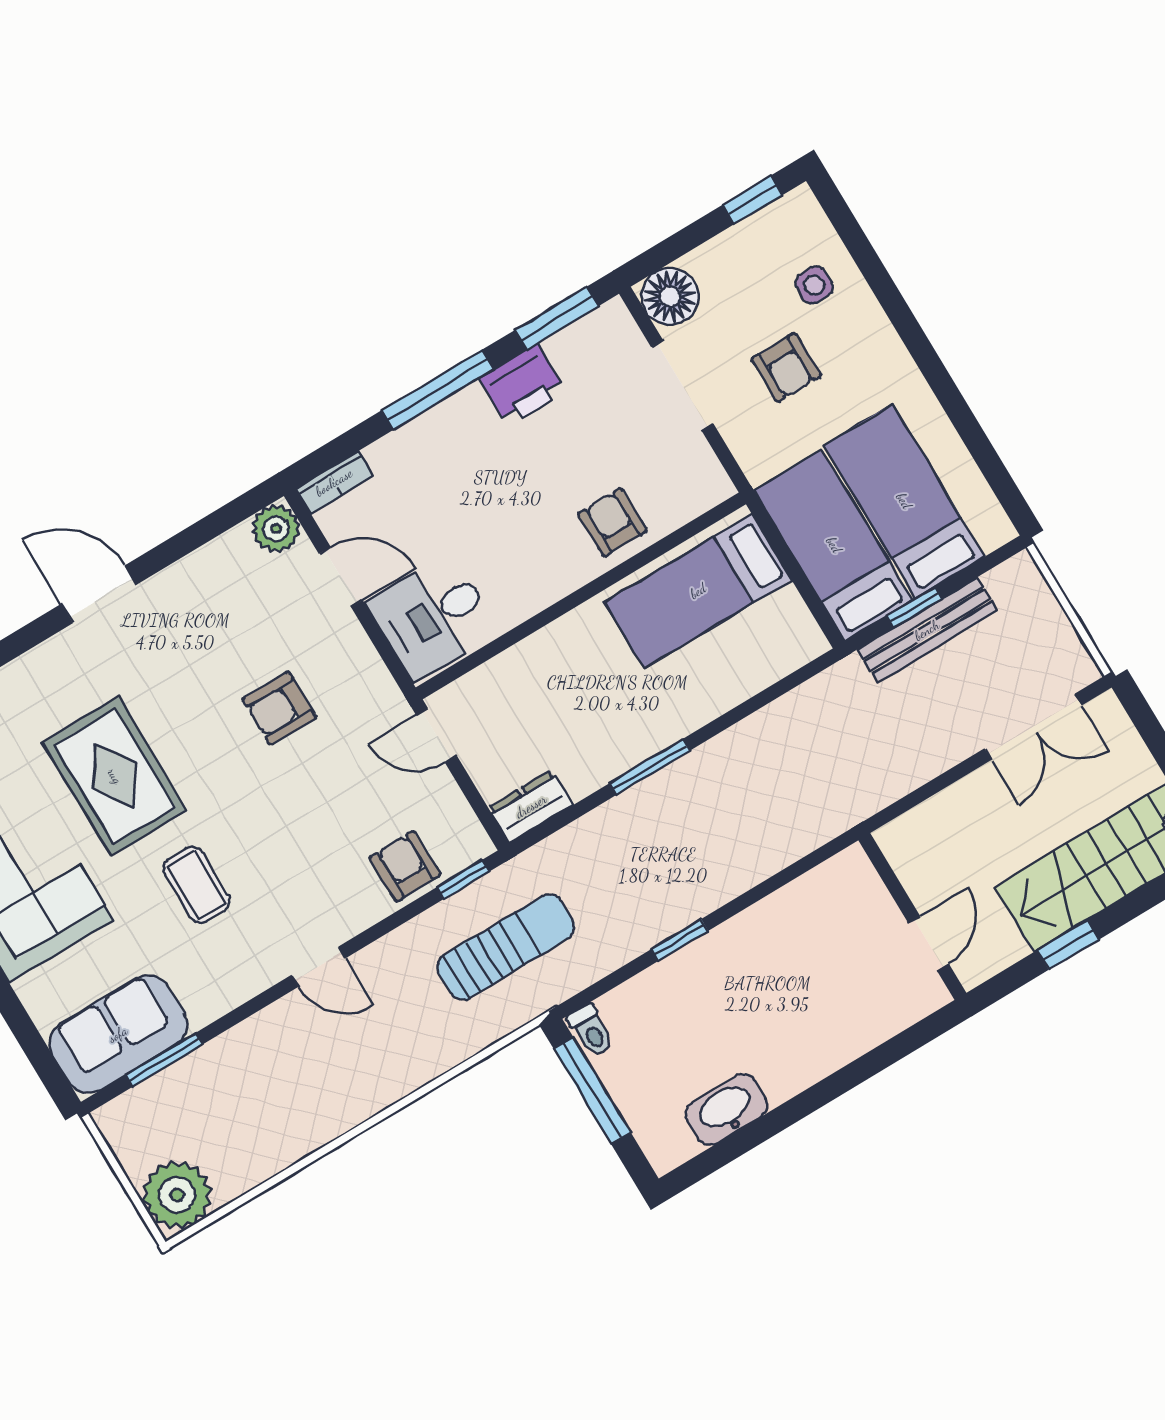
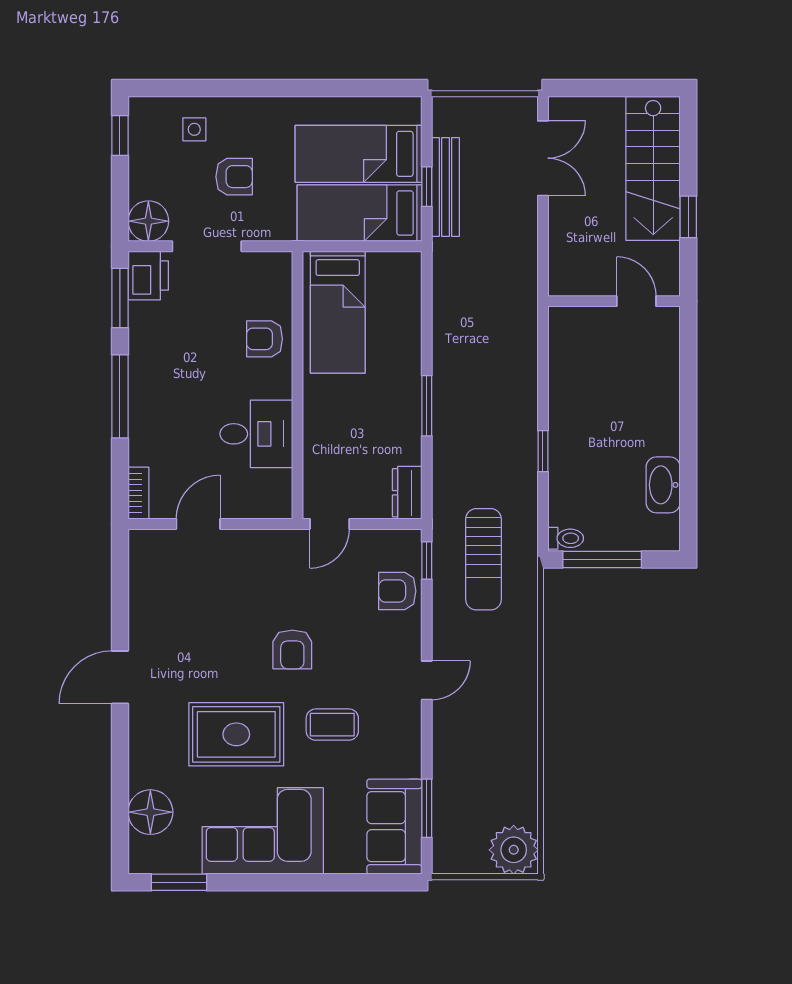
printer: (523, 385) -> (148, 275), moved
plant: (276, 529) -> (145, 546), removed
desk: (433, 617) -> (256, 434), moved, turned -90
armchair: (279, 708) -> (292, 649), moved
sun lounger: (506, 947) -> (484, 559), turned 180

